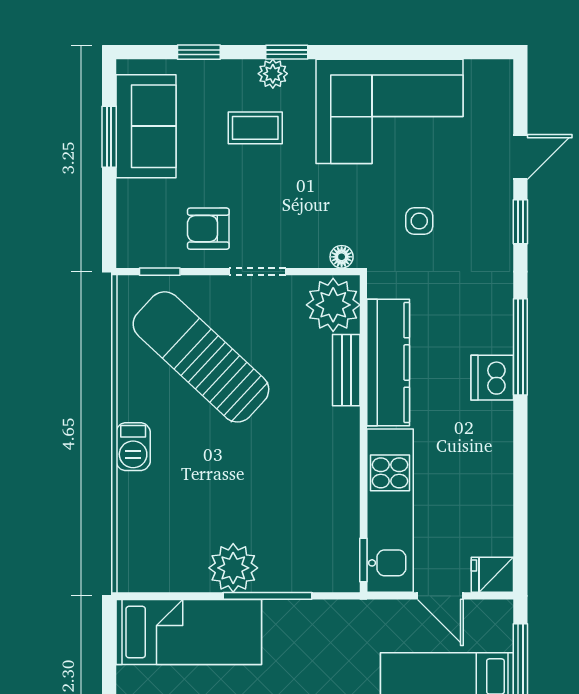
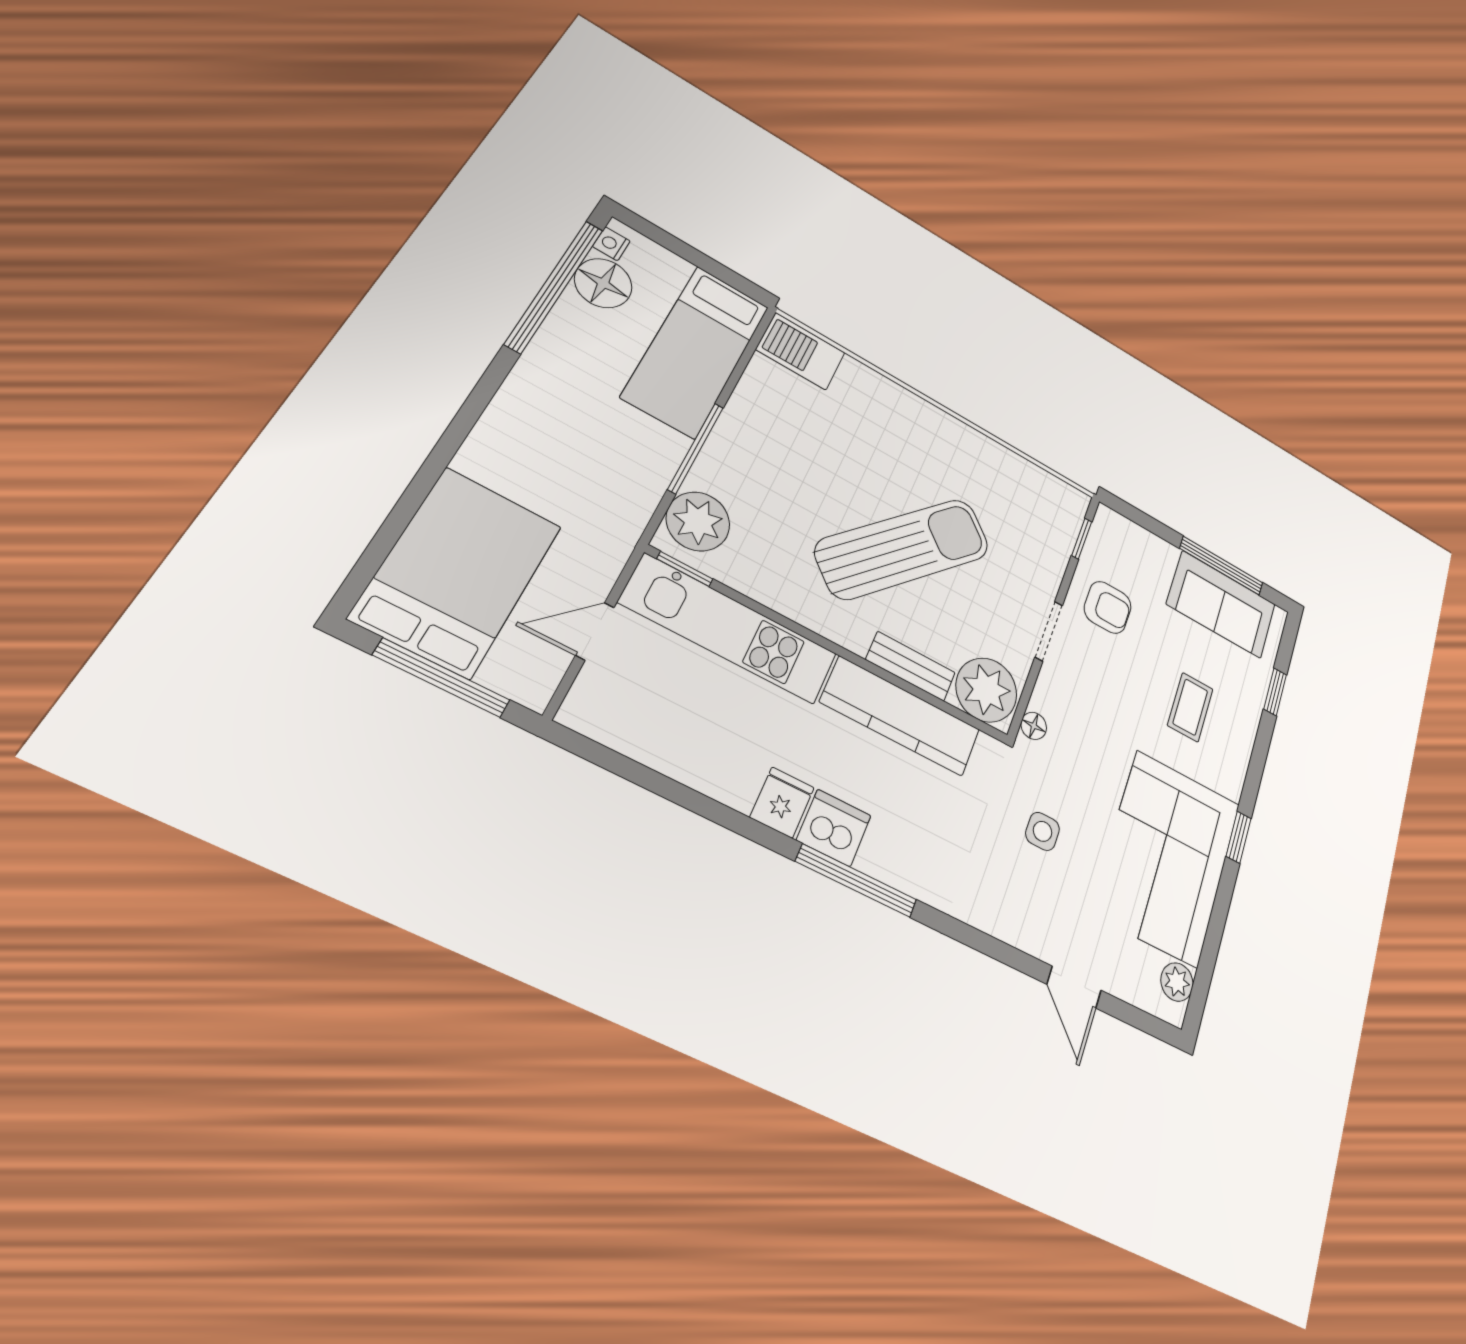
window: (287, 52) -> (1239, 837), moved
plant: (273, 74) -> (1177, 982), moved
window: (109, 137) -> (1221, 566), width x1.44
window: (520, 222) -> (1002, 952), removed
armchair: (208, 229) -> (1108, 607), turned 90
sun lounger: (201, 357) -> (903, 549), moved
barbecue: (133, 447) -> (801, 351), moved, width x1.38, depth x1.27
plant: (233, 568) -> (698, 521), moved
fridge: (492, 575) -> (782, 802), moved

